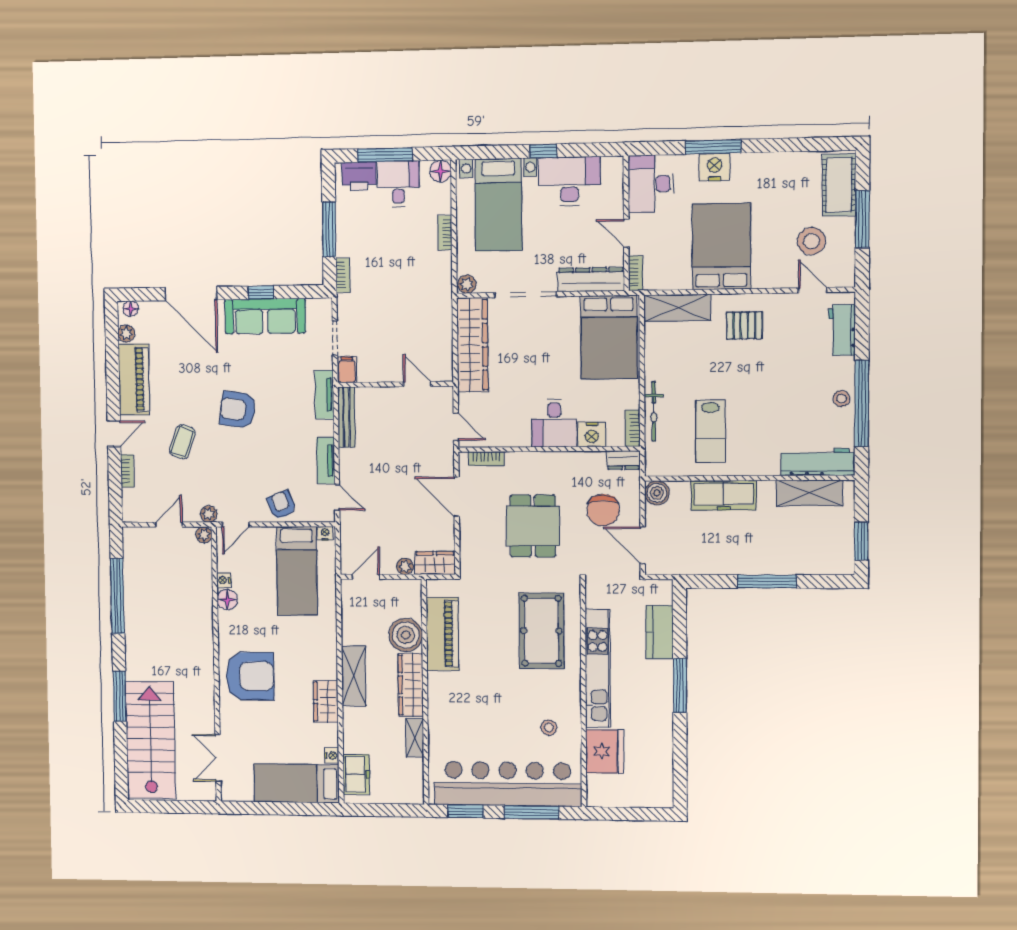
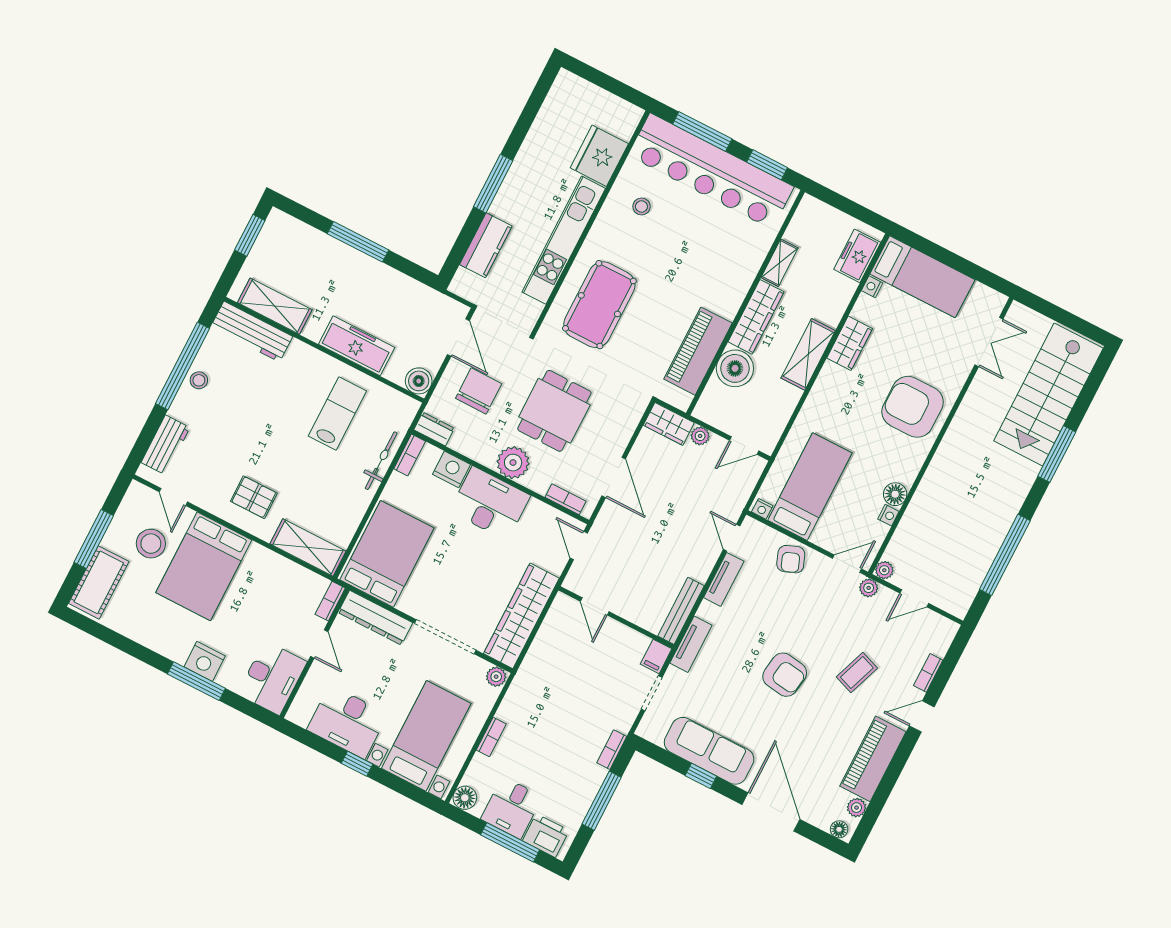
bed: (721, 246) -> (204, 566), moved
desk: (554, 423) -> (490, 503), width x1.37
plant: (544, 466) -> (513, 463), added

